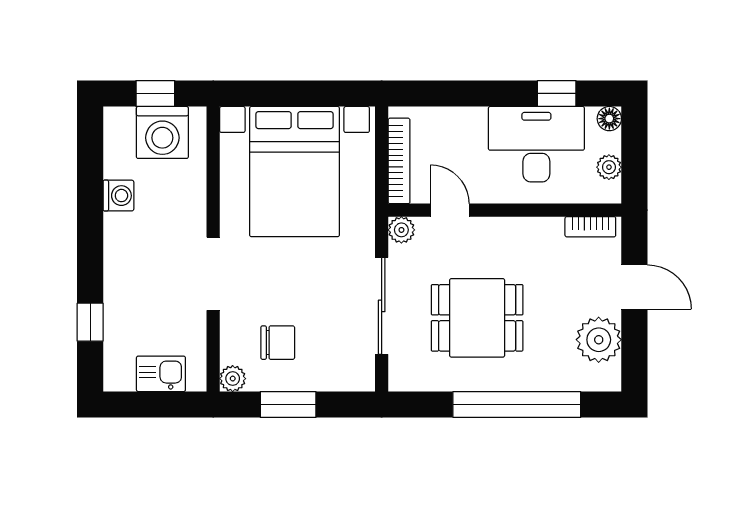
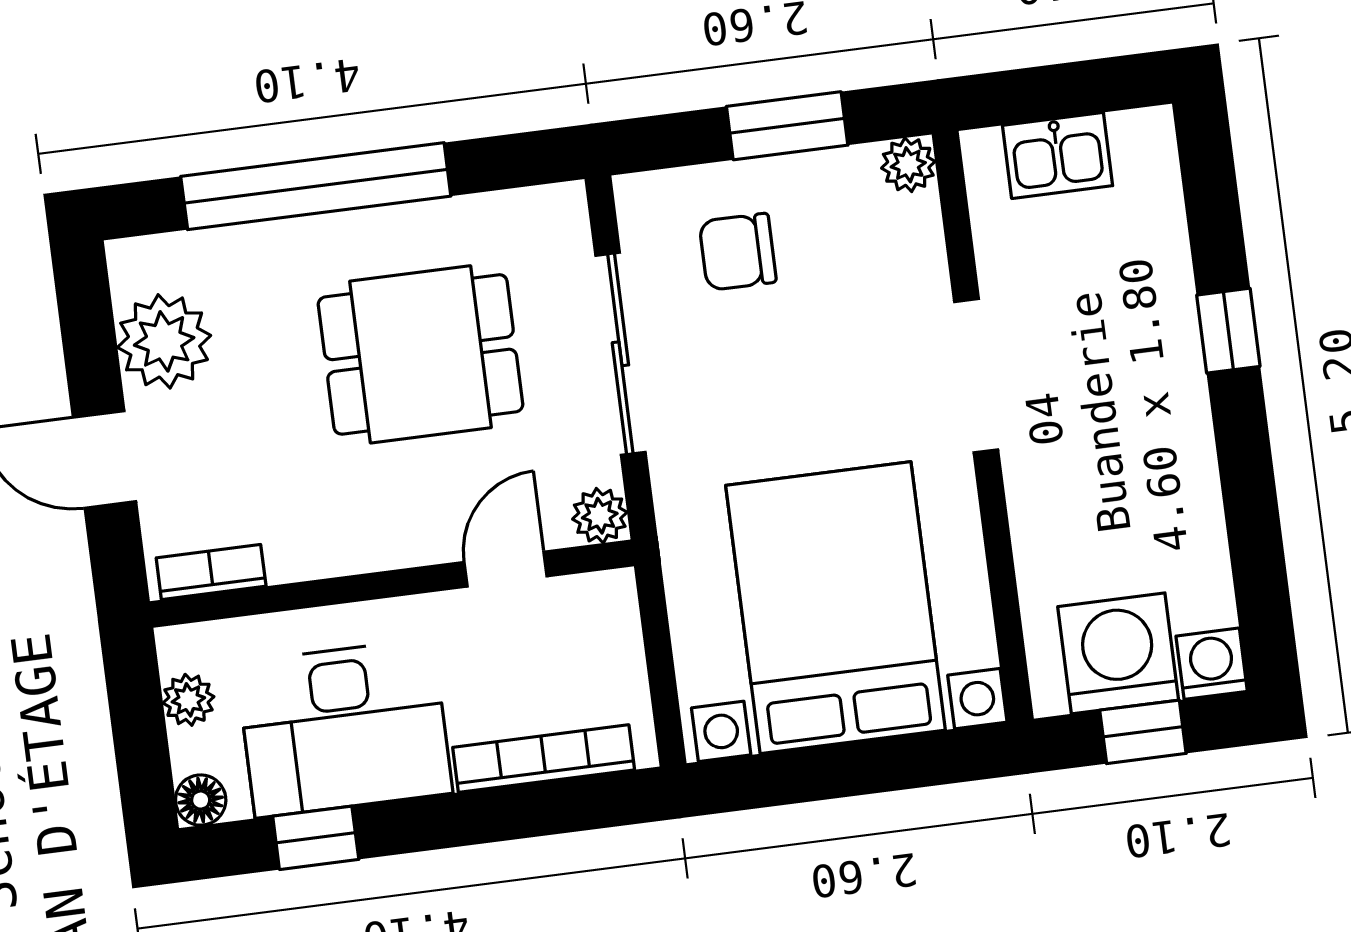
bookcase: (399, 161) -> (544, 759), moved, turned 90
washing machine: (118, 196) -> (1212, 664), moved, turned 90
door: (450, 210) -> (506, 569), swing flipped
window: (90, 322) -> (1228, 331), moved
chair: (278, 343) -> (738, 252), moved

